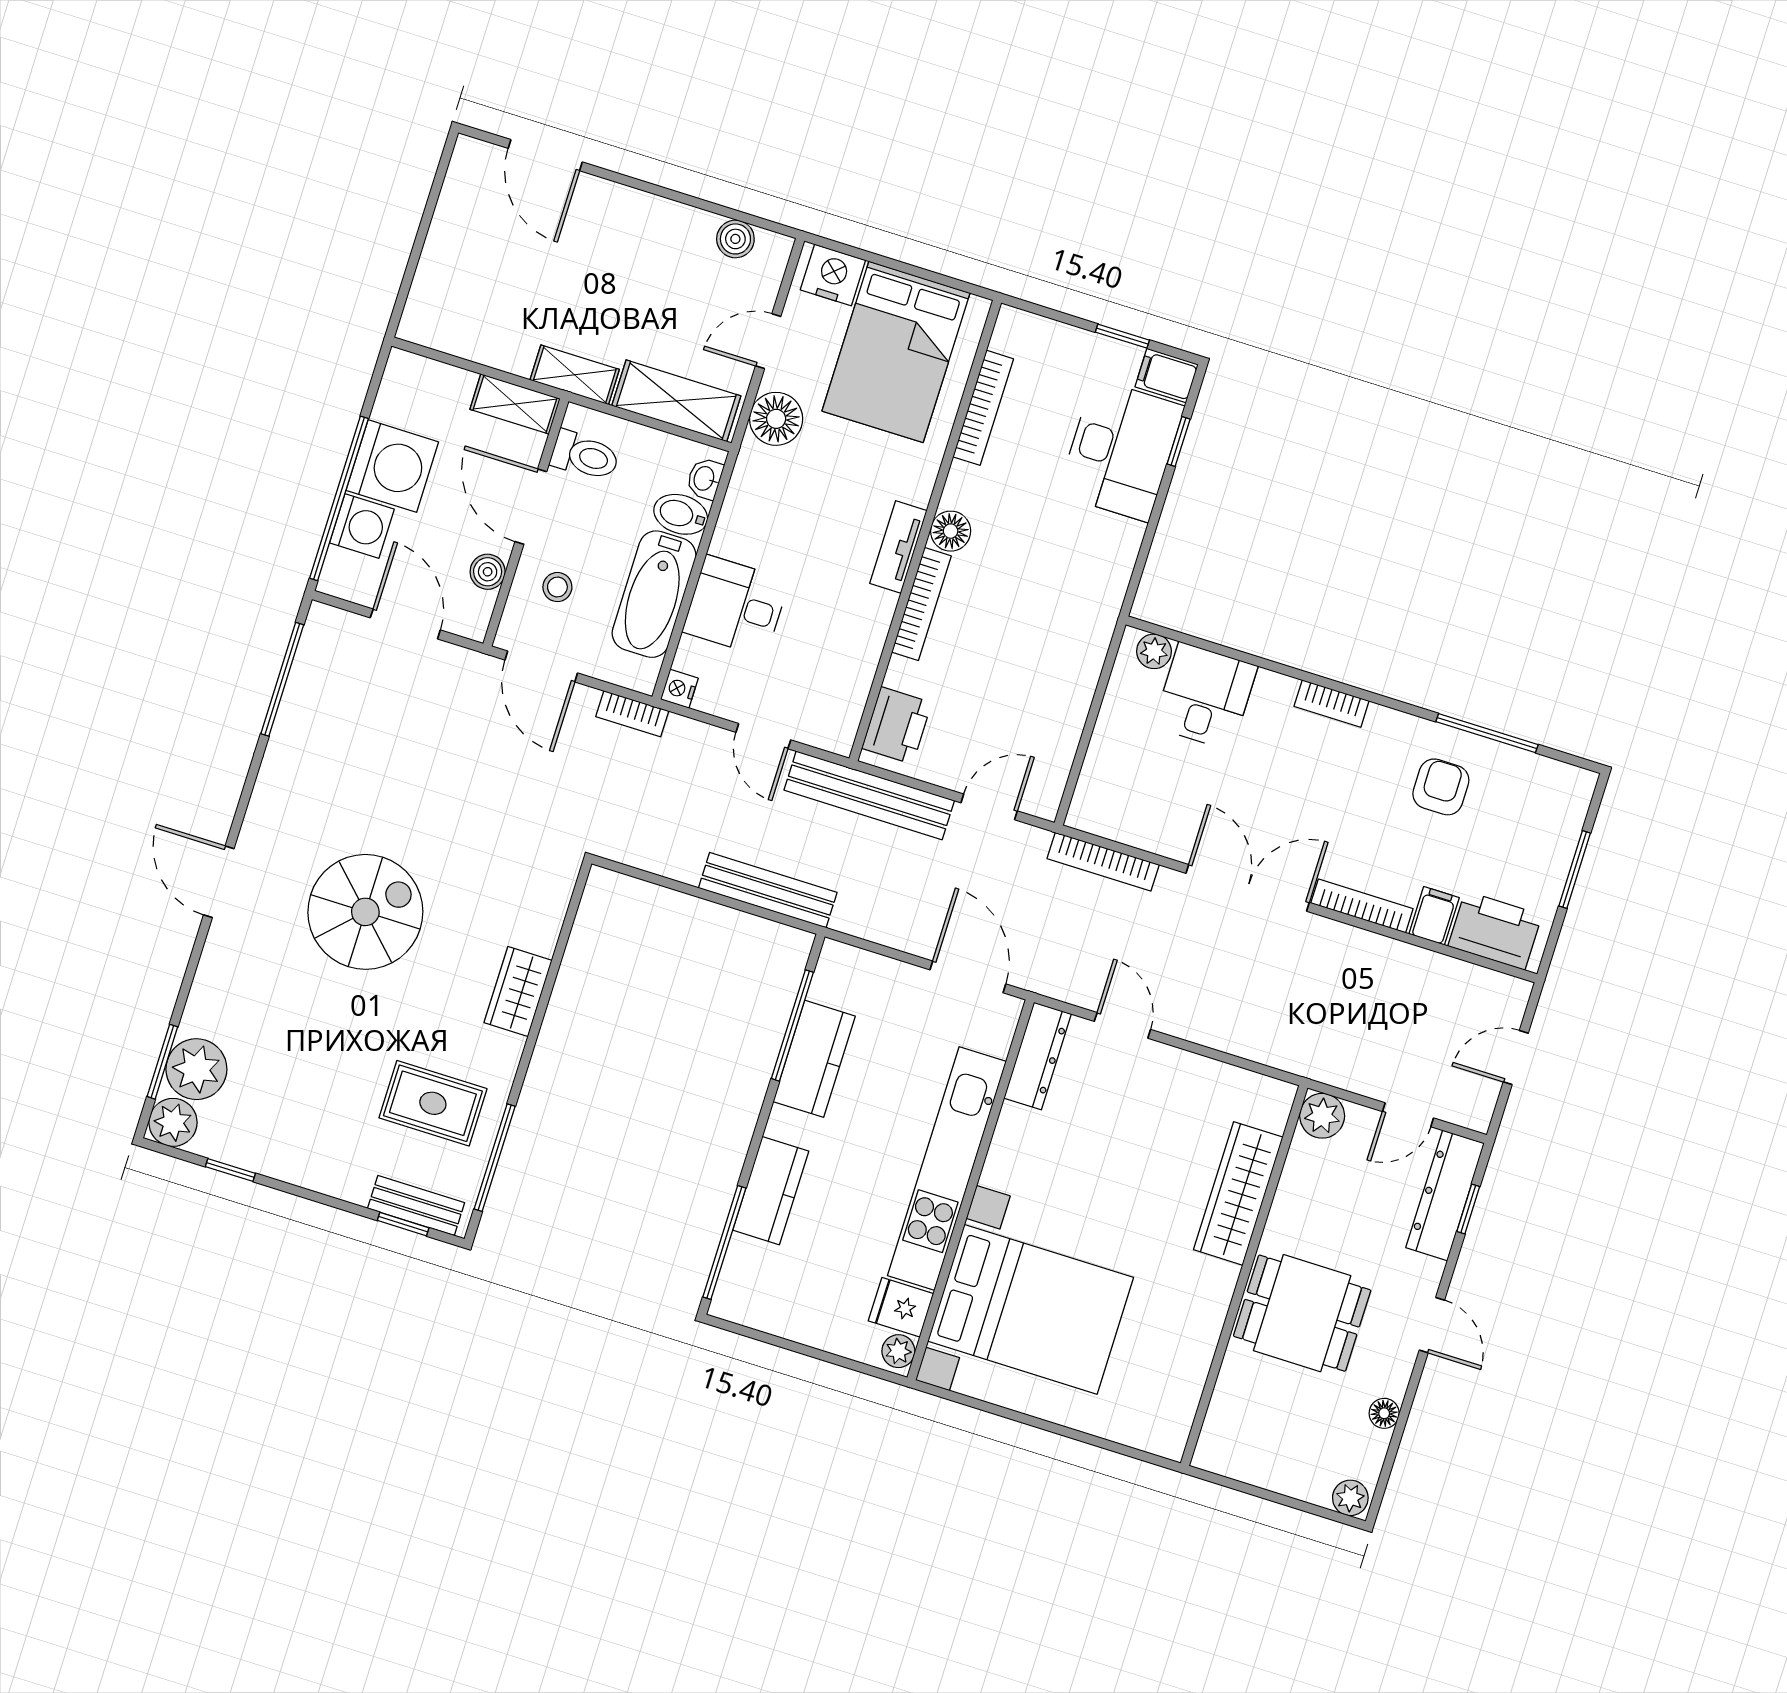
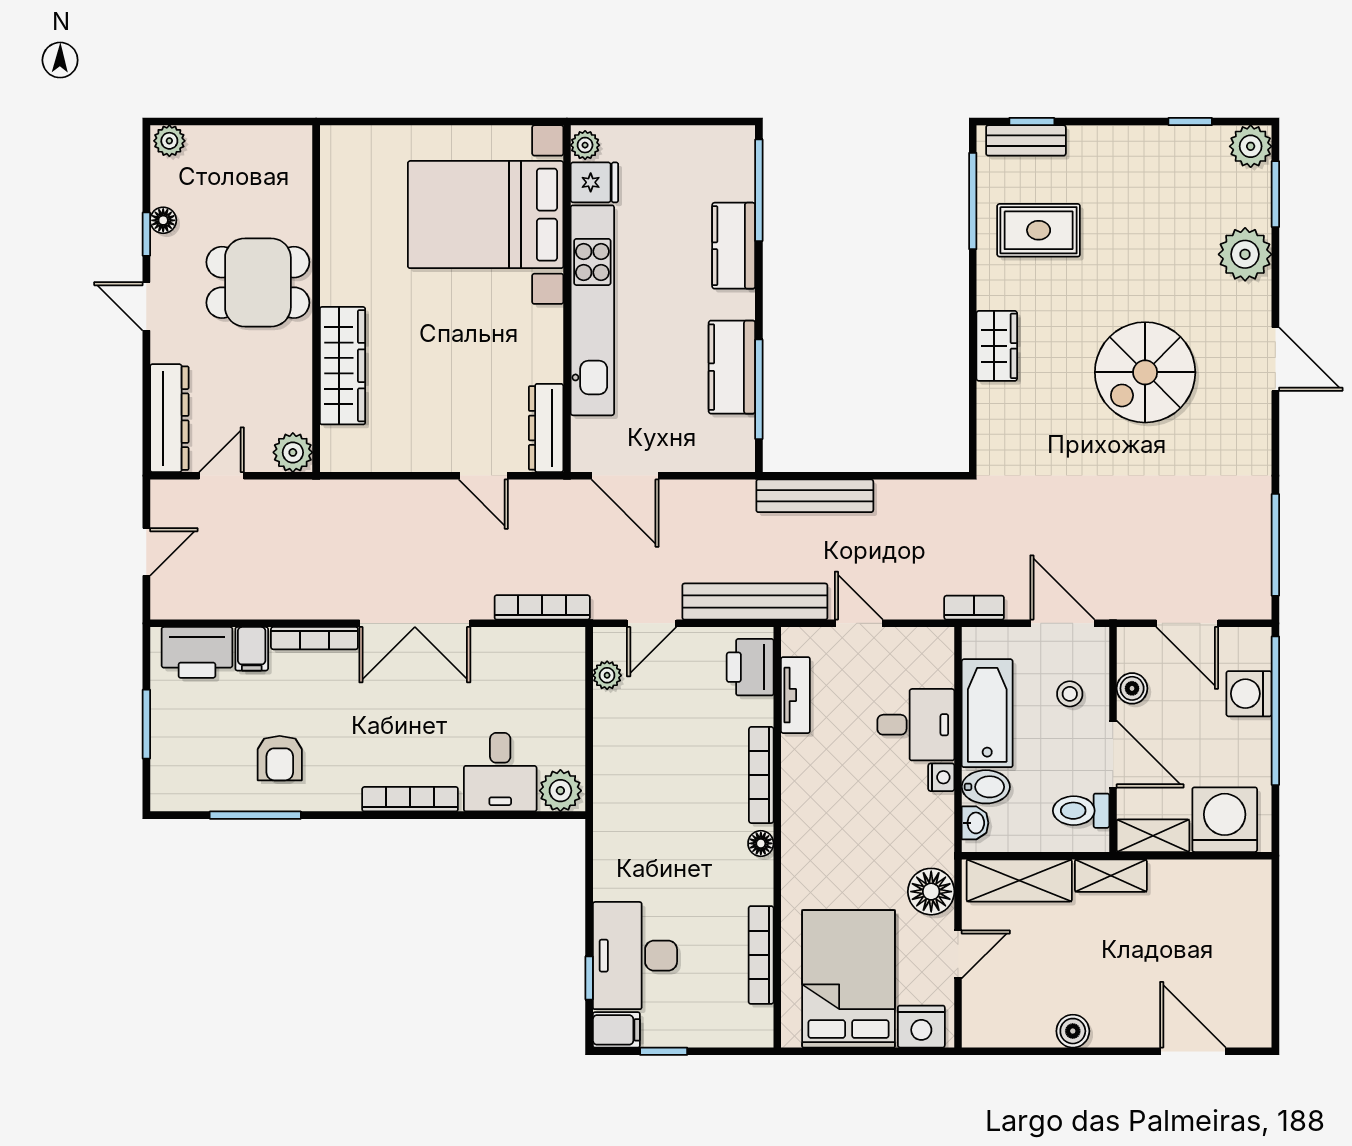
boiler: (735, 239) -> (1073, 1031), moved
washing machine: (392, 466) -> (1225, 820), moved, turned 90
floor lamp: (951, 531) -> (761, 843), width x0.73, depth x0.73
tv unit: (898, 547) -> (795, 695), moved
plant: (1154, 651) -> (560, 791), width x1.38, depth x1.38
nightstand: (679, 689) -> (941, 777), moved
bookcase: (1332, 704) -> (410, 799), width x1.56
plant: (1056, 765) -> (607, 675), added
plant: (196, 1069) -> (1245, 254), moved
window: (1468, 1209) -> (146, 234), moved

